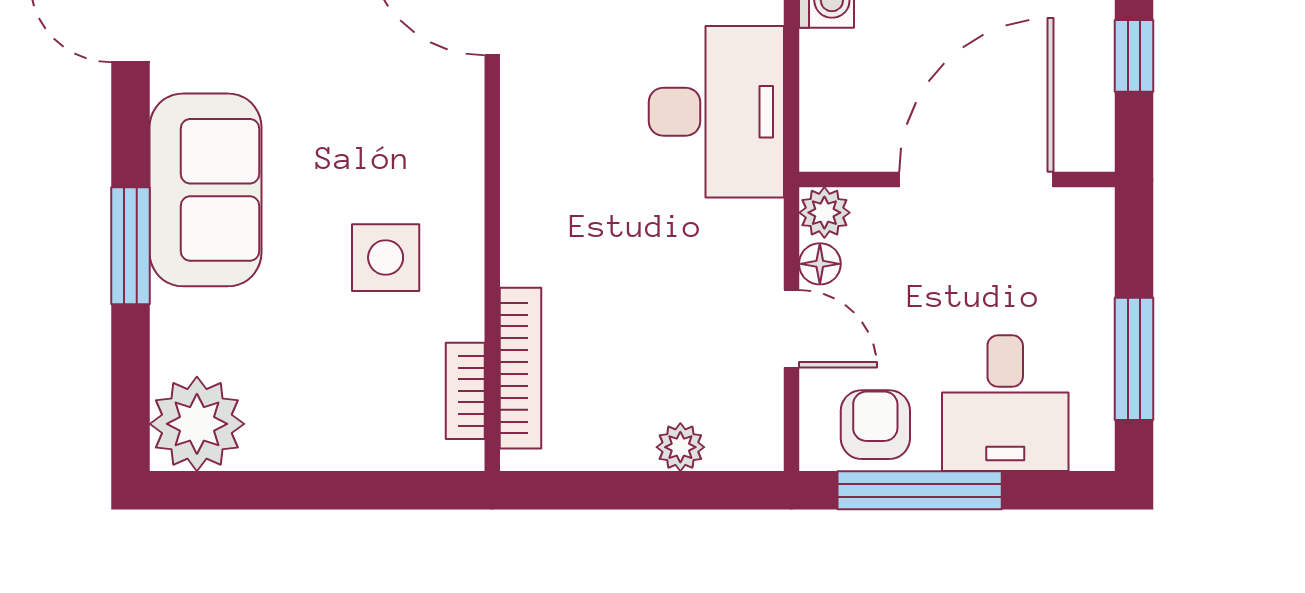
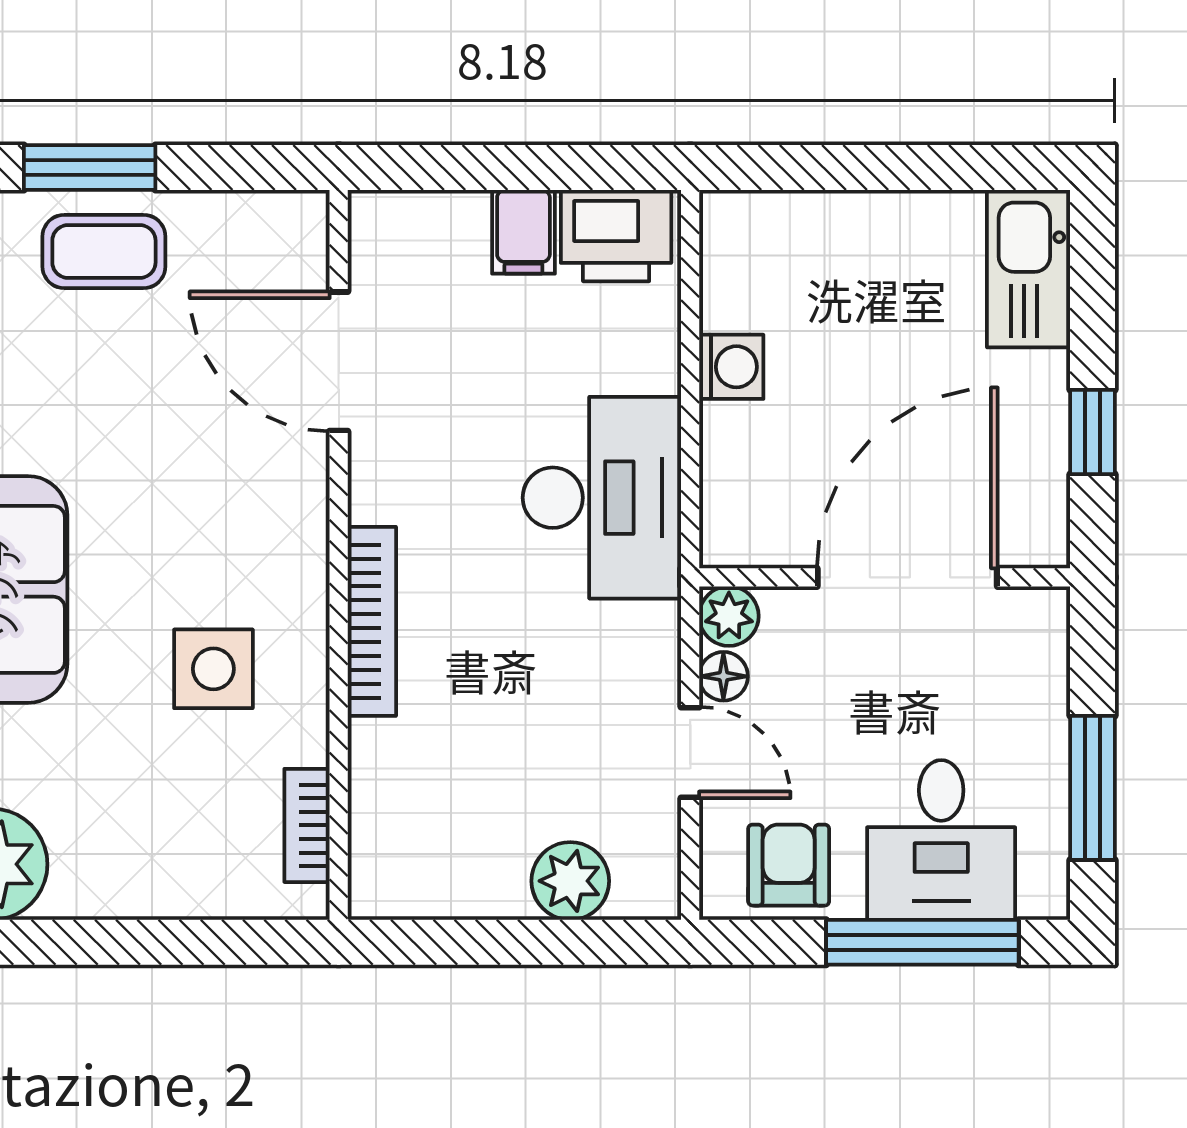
bookcase: (520, 368) -> (372, 621), moved
plant: (680, 447) -> (570, 881), width x1.38, depth x1.38
window: (920, 490) -> (922, 942), moved

